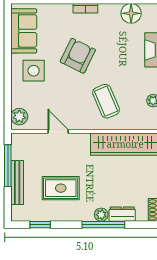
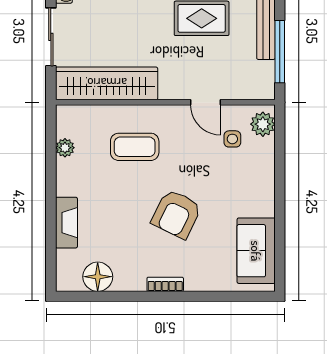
side table: (34, 71) -> (232, 139), moved, width x0.54, depth x0.54
coffee table: (106, 101) -> (135, 147), turned -67

